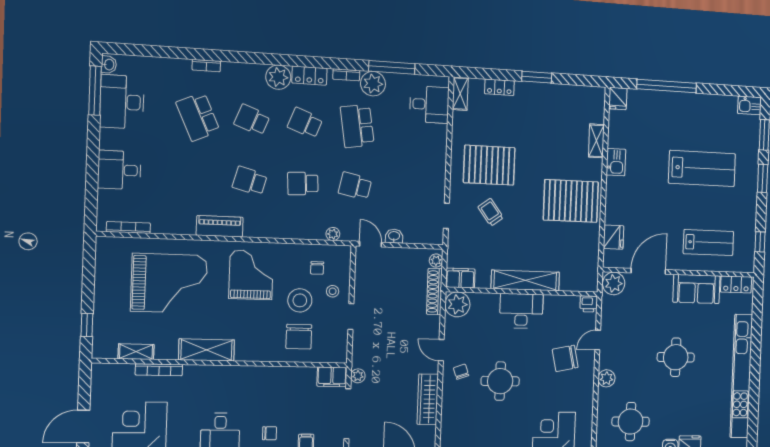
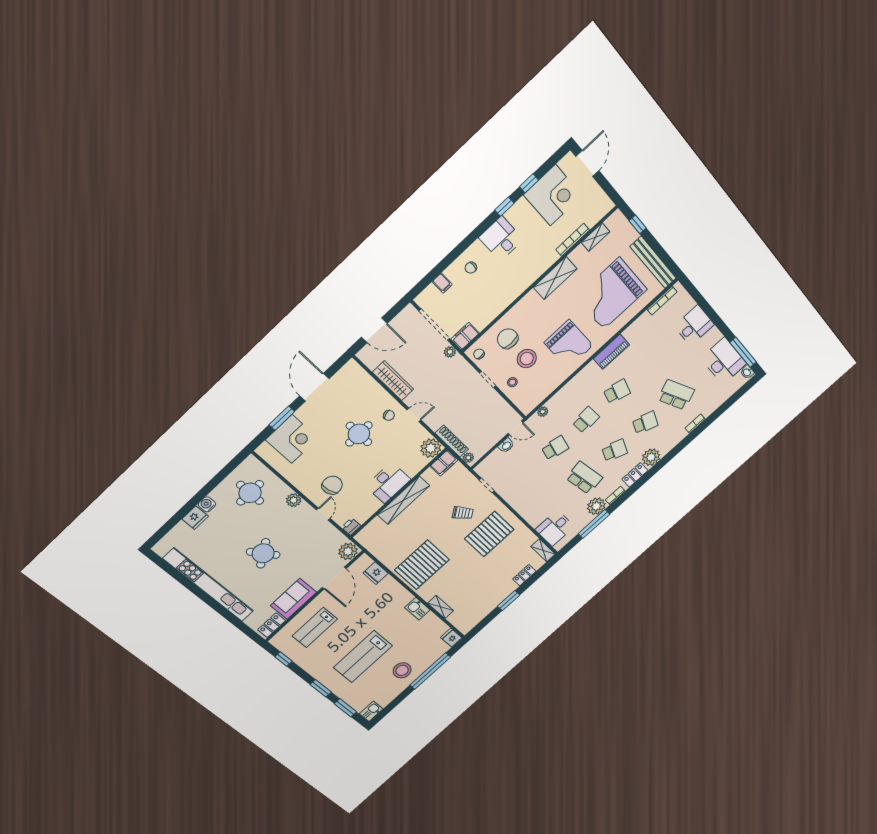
stool: (687, 116) -> (402, 670), added
chair: (317, 268) -> (479, 354), moved
bench: (104, 274) -> (653, 262), added
round table: (676, 357) -> (263, 553), turned -34

